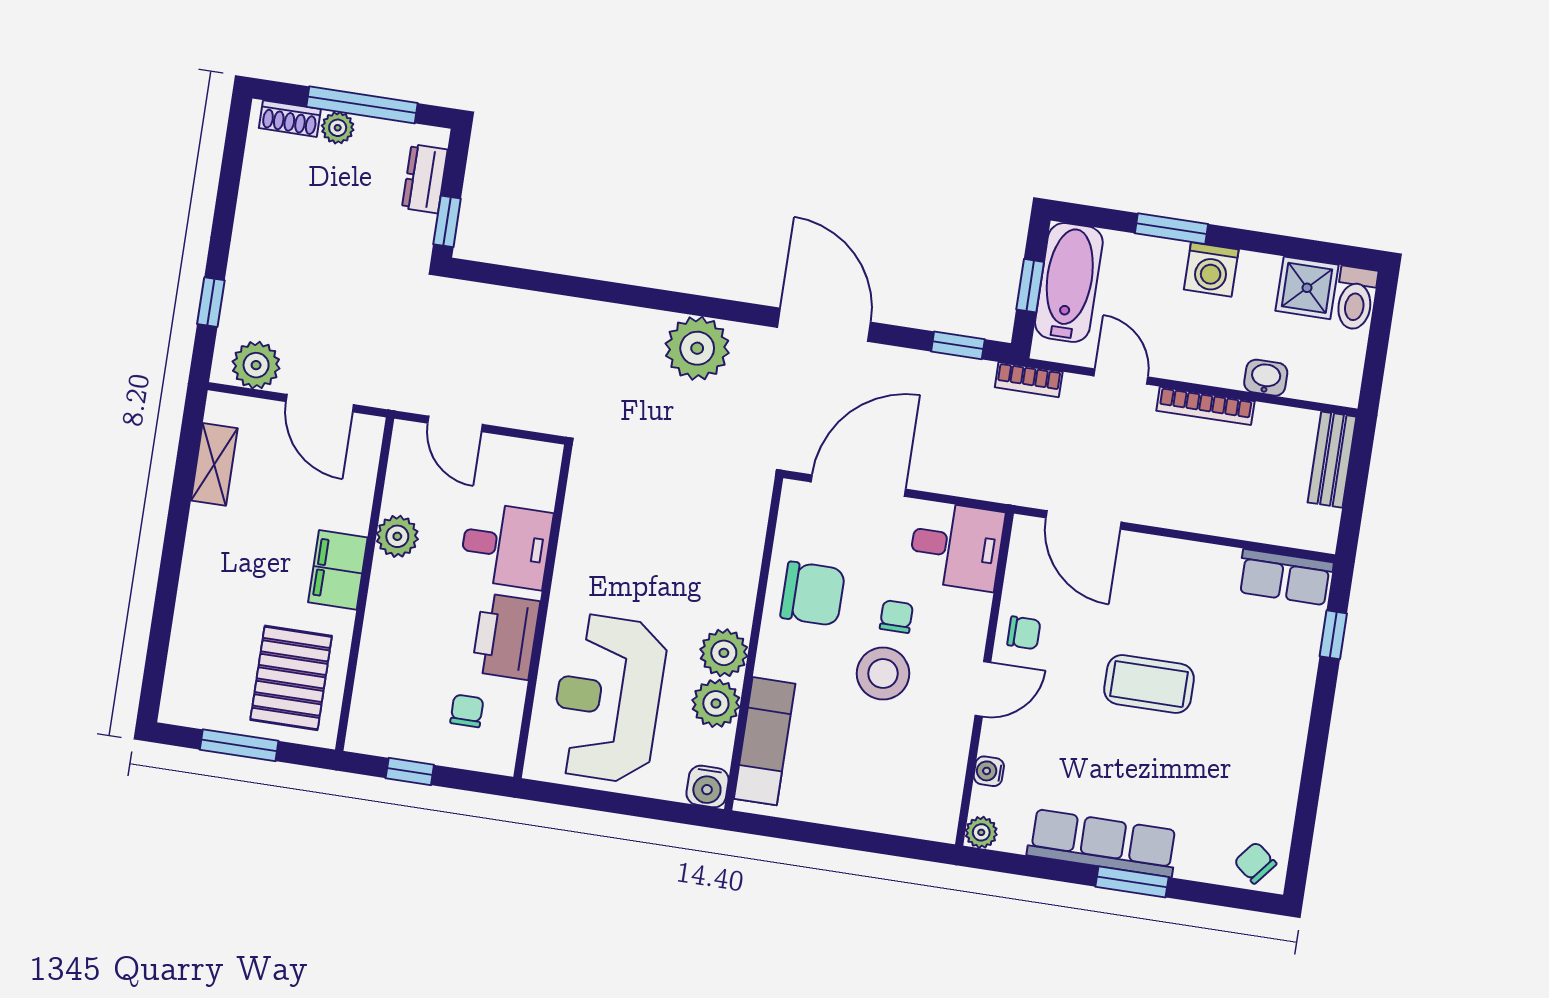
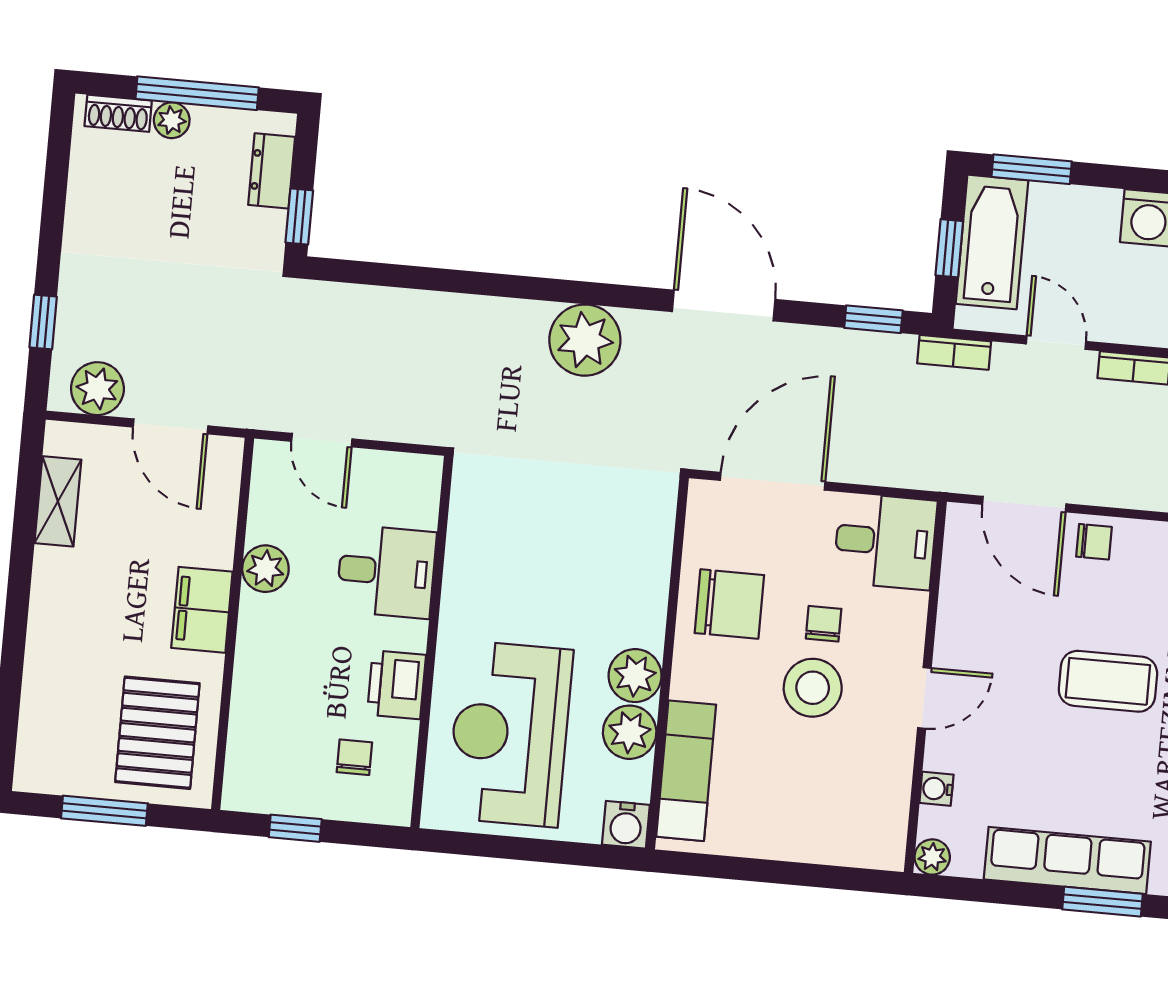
window: (1171, 229) -> (1032, 169), moved
chair: (1024, 633) -> (1094, 542), moved
printer: (506, 636) -> (396, 685), width x0.73, depth x0.84

